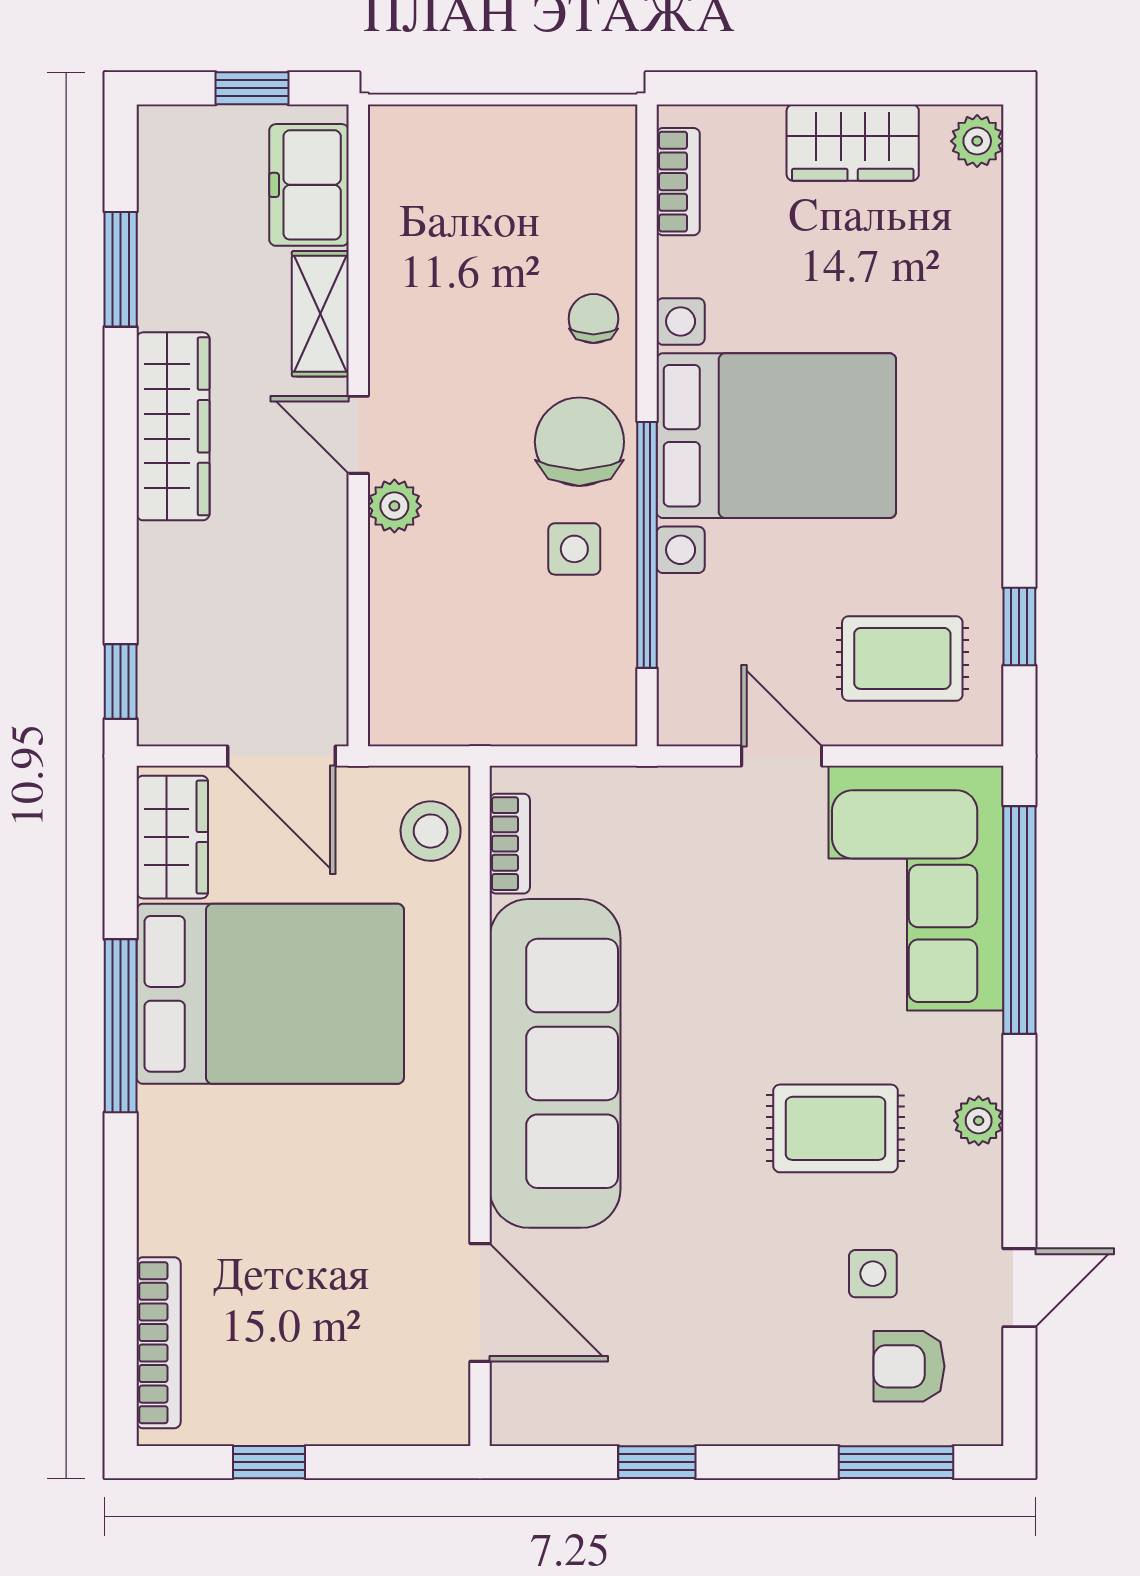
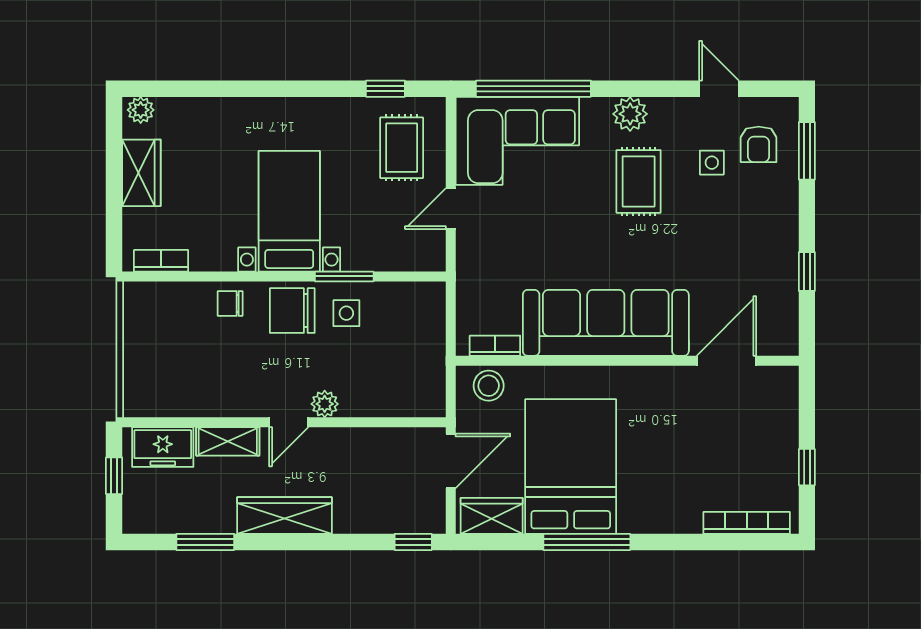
bed with nightstands: (776, 436) -> (289, 211), width x0.73
window: (647, 545) -> (344, 276), width x0.47
plant: (979, 1121) -> (630, 114), width x1.38, depth x1.38

